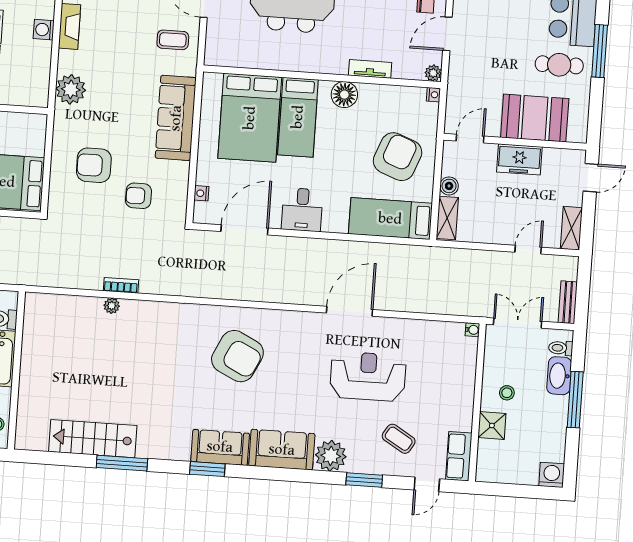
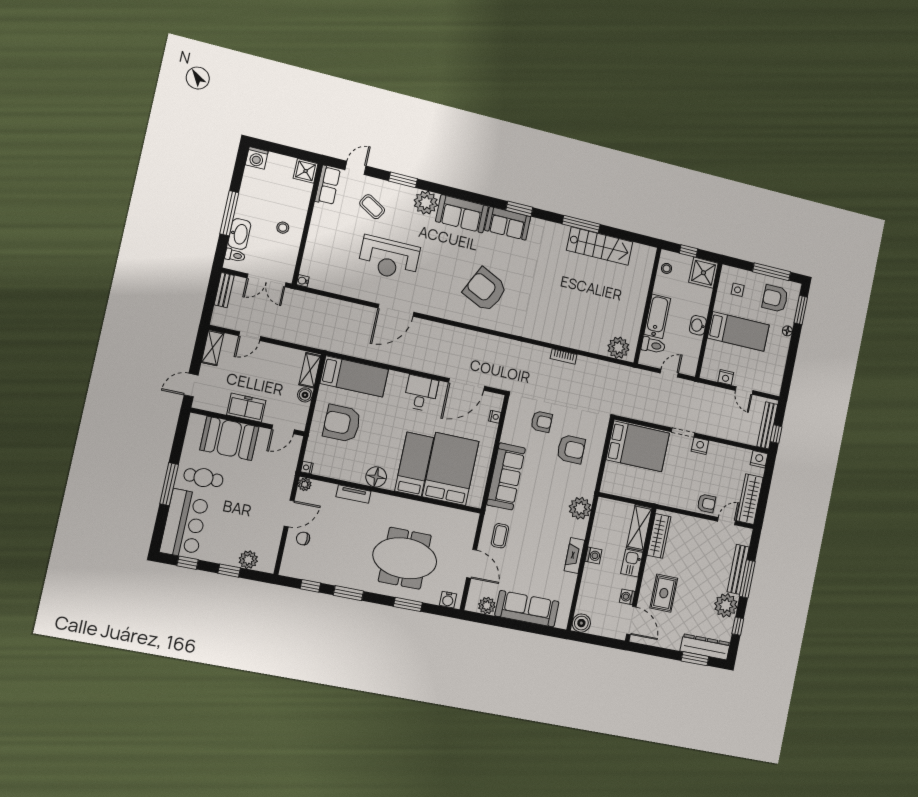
coffee table: (173, 40) -> (500, 536), turned 90
armchair: (398, 157) -> (342, 423), turned 69
plant: (112, 306) -> (618, 348), moved, width x1.88, depth x1.88
shower: (492, 426) -> (306, 171), moved

